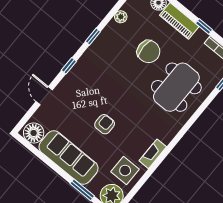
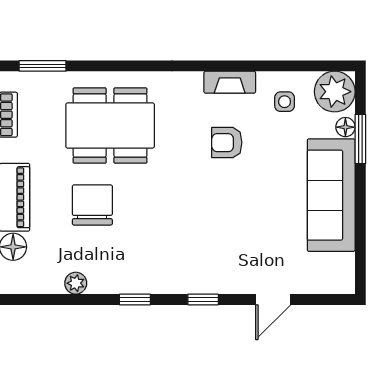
armchair: (105, 124) -> (227, 143), moved
floor lamp: (34, 133) -> (345, 127), moved, width x0.53, depth x0.53
side table: (125, 170) -> (285, 102), width x0.54, depth x0.54

